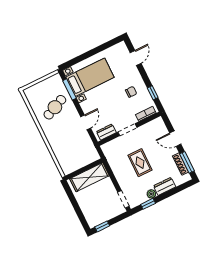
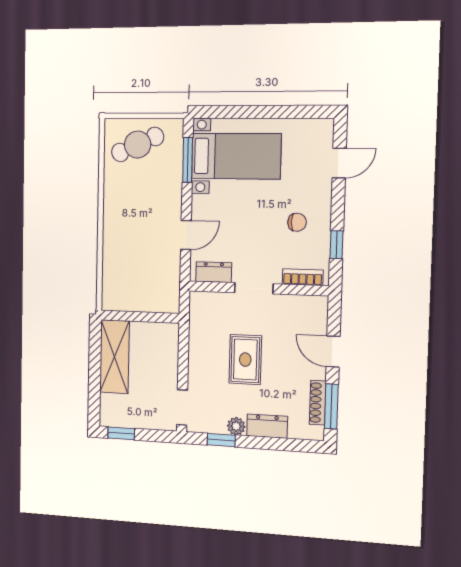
cafe table: (55, 107) -> (138, 145), moved
shelving: (89, 177) -> (114, 357), moved, turned 90

